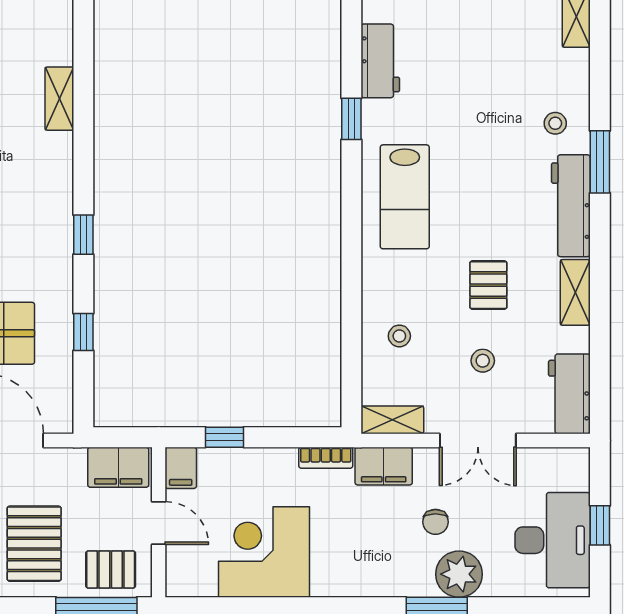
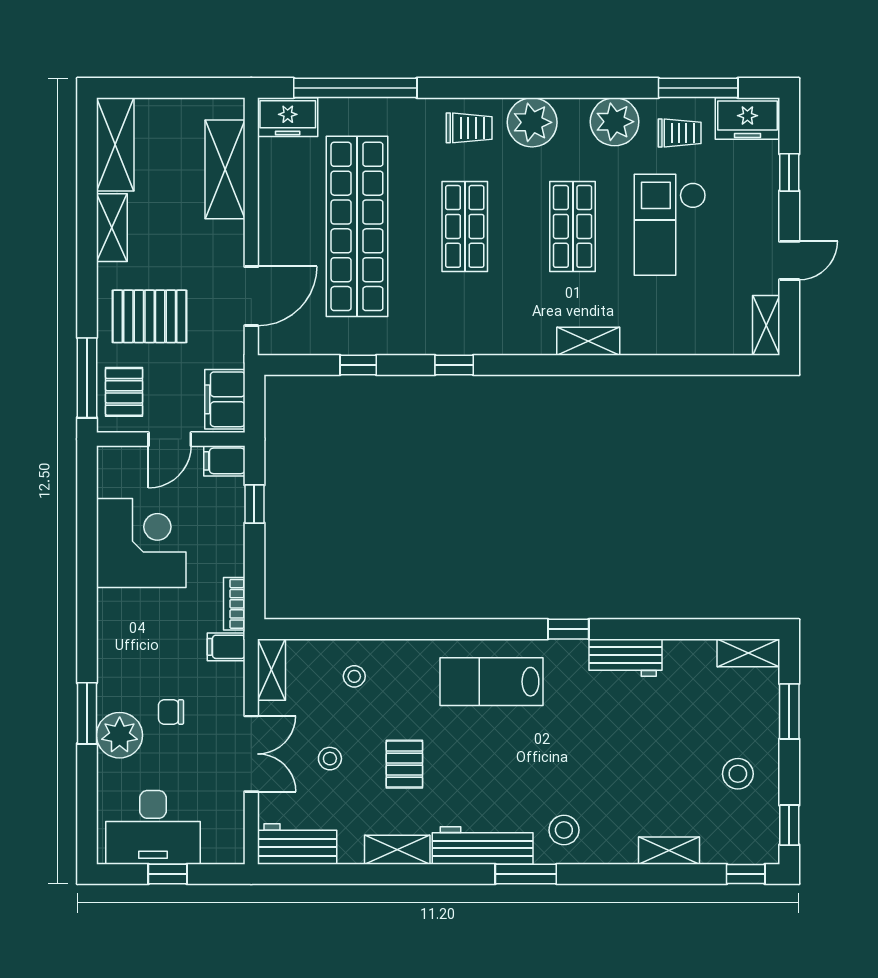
stool: (555, 123) -> (564, 830), width x1.37, depth x1.37
pallet: (488, 285) -> (404, 764), turned 90
double door: (478, 440) -> (251, 754), swing flipped
filing cabinet: (384, 466) -> (226, 647), width x0.50

